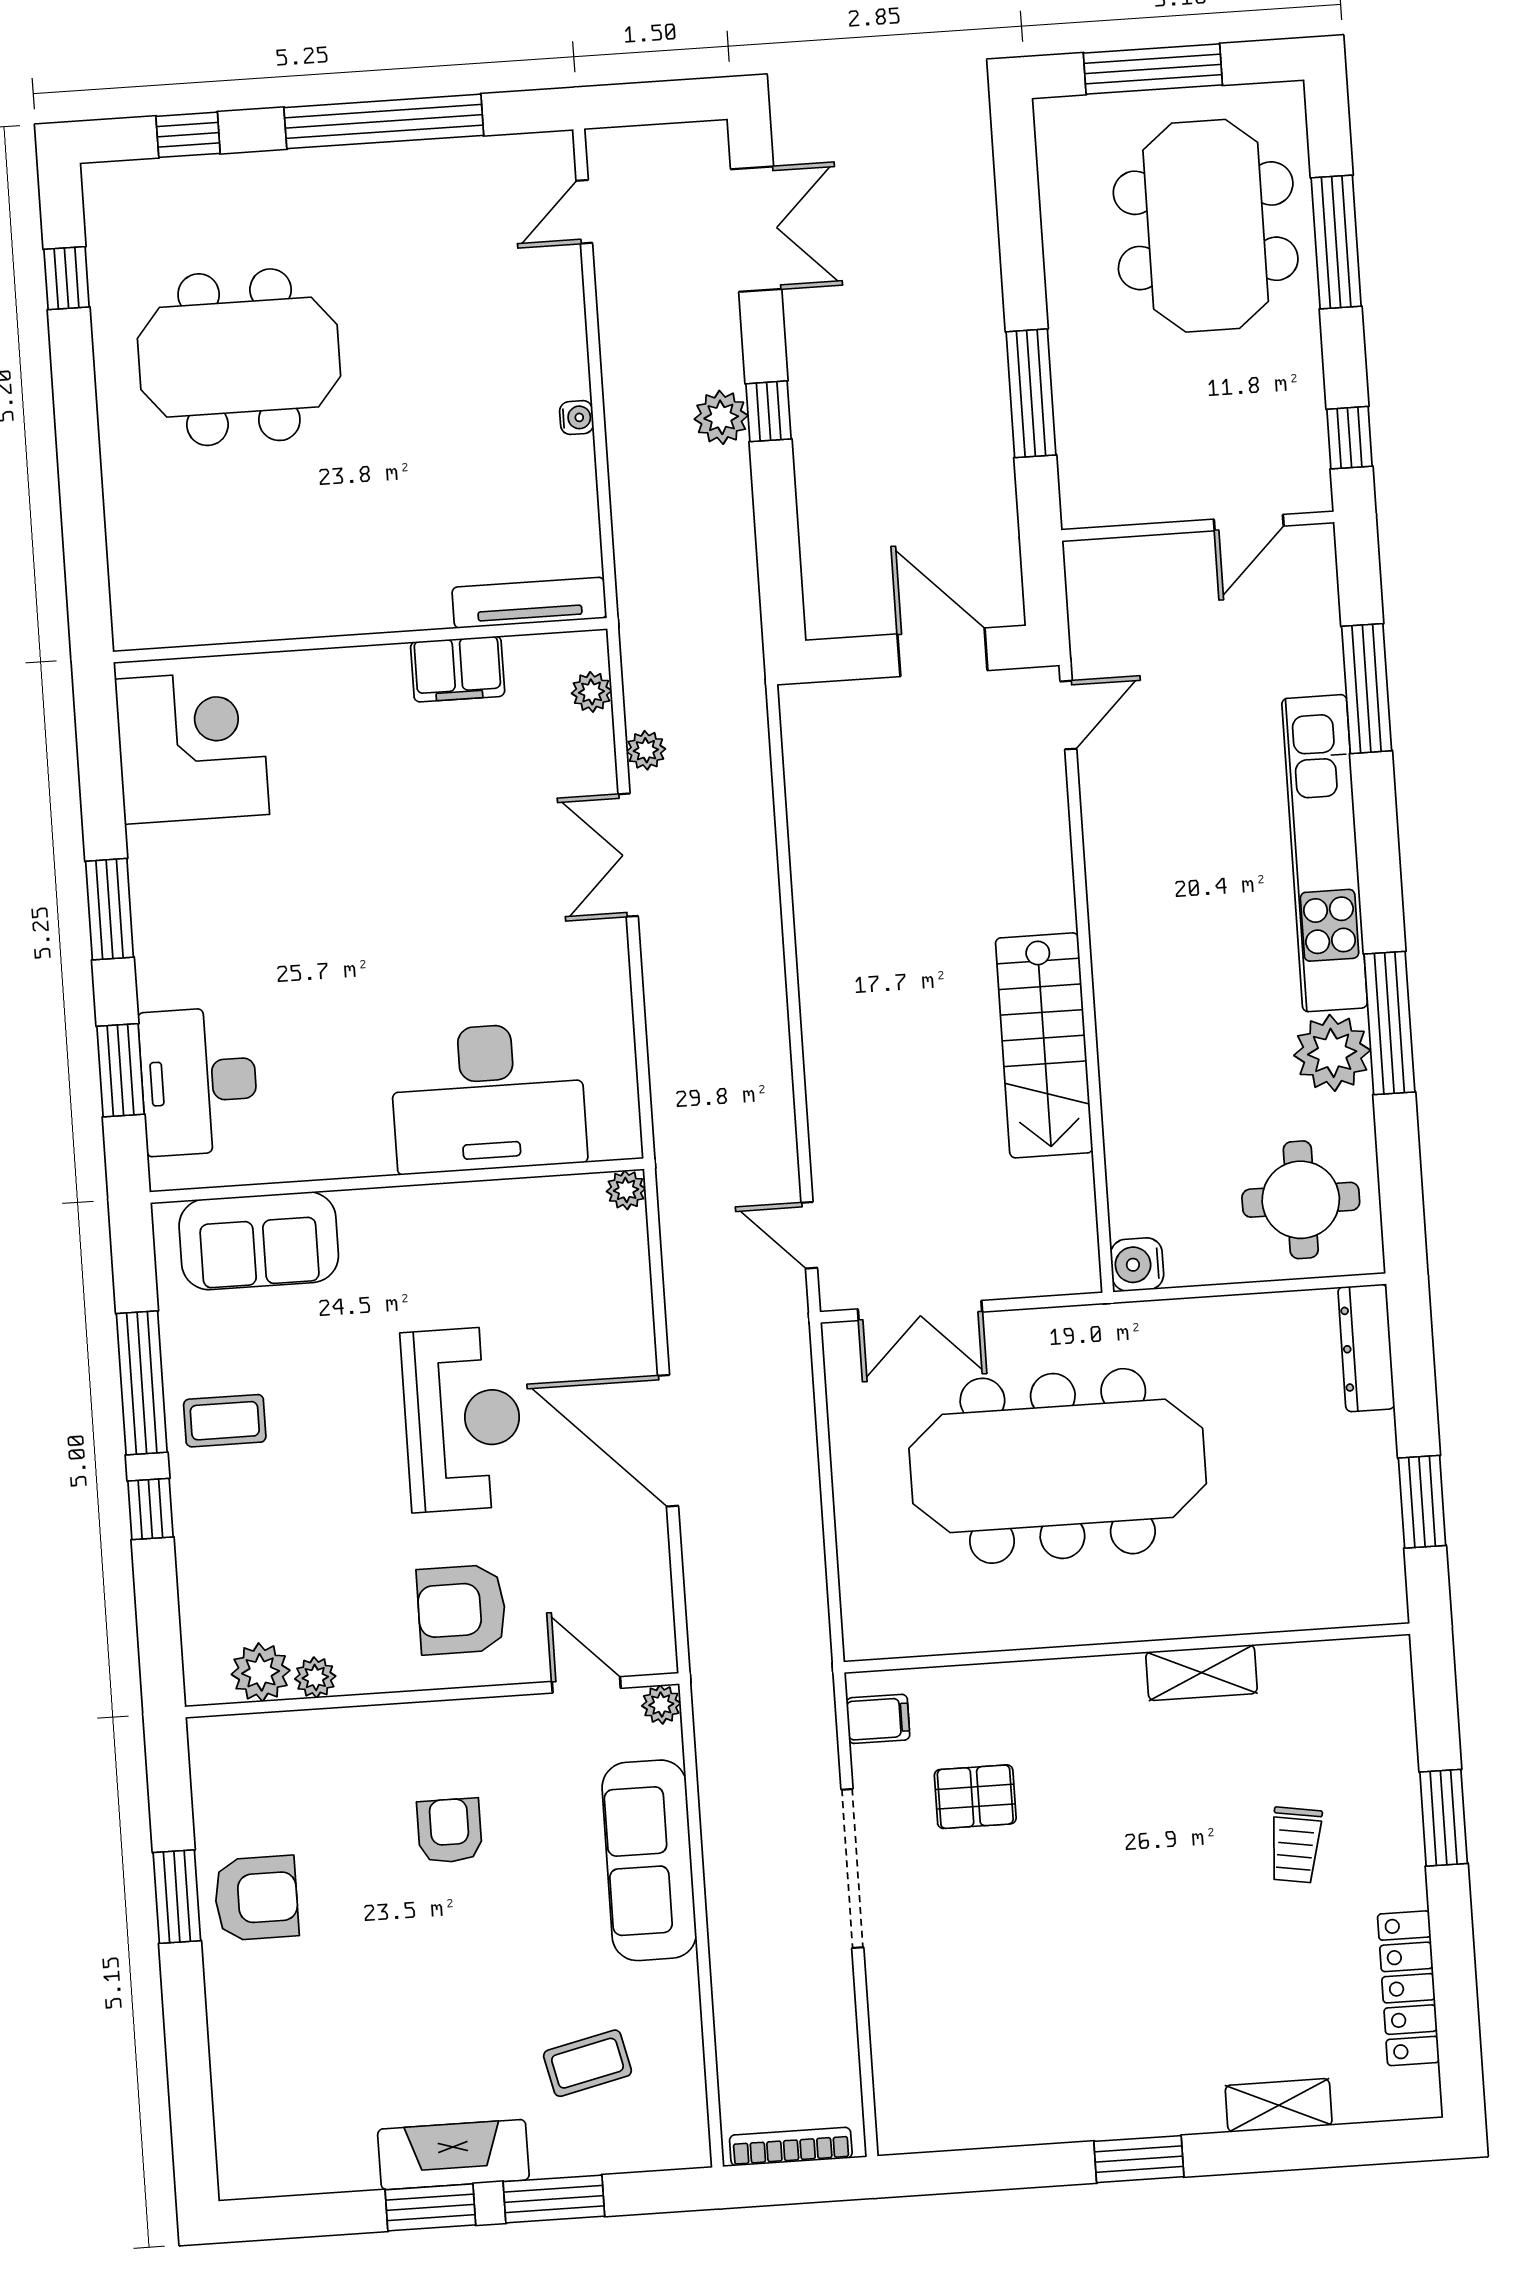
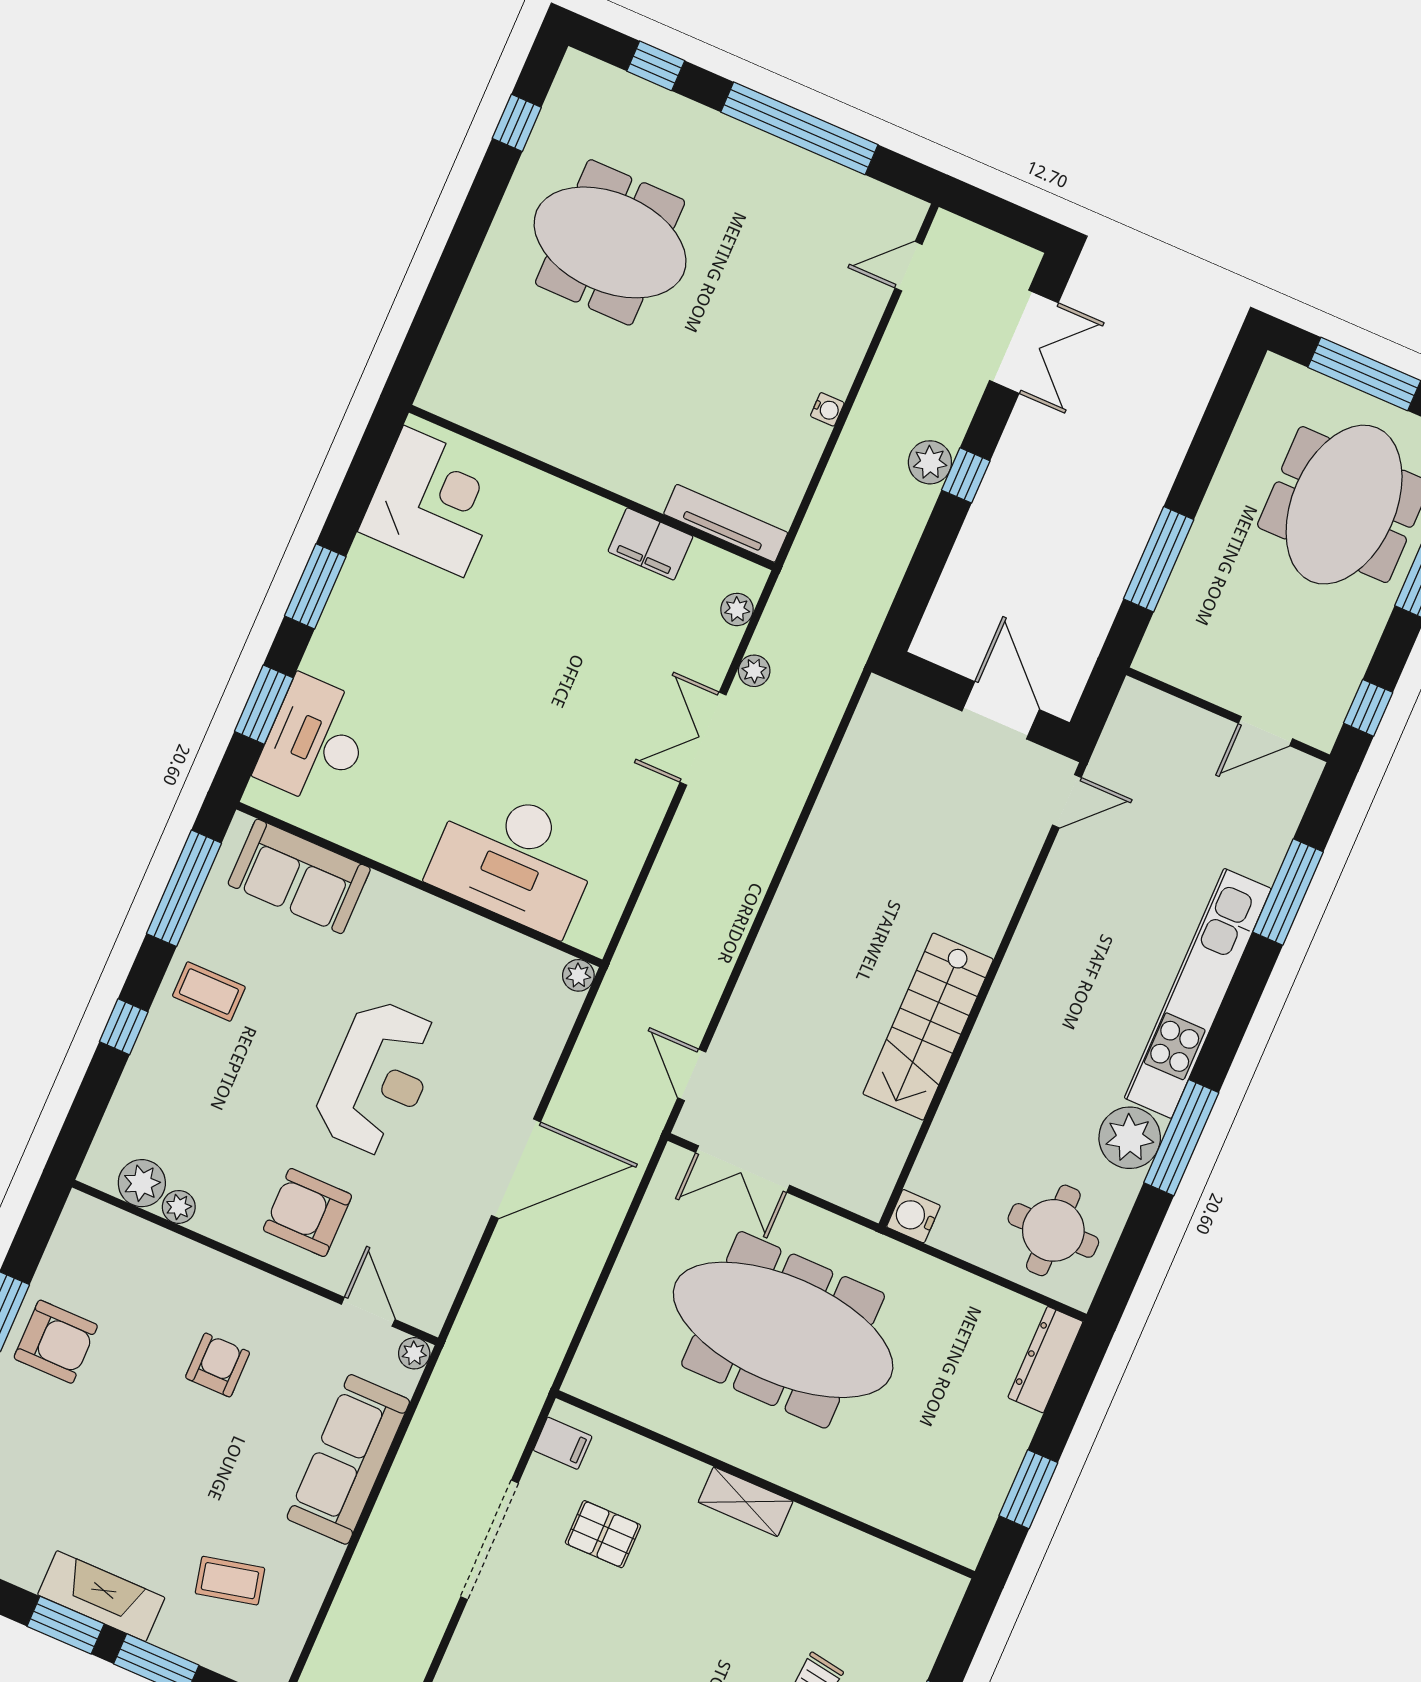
window: (142, 1383) -> (184, 888), moved
door: (668, 1441) -> (516, 1169), swing flipped
shelving: (1202, 1673) -> (746, 1502), moved

